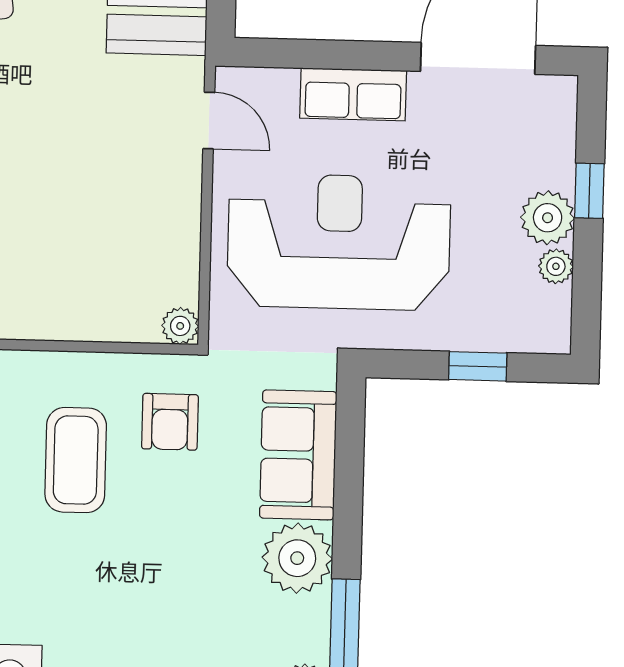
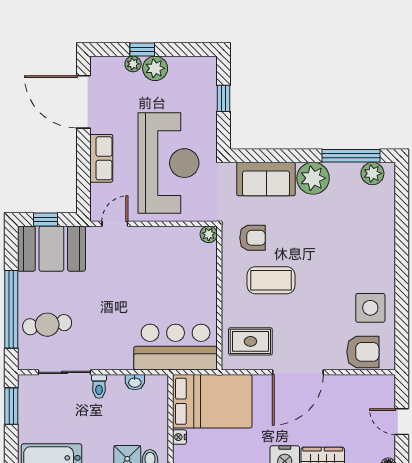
reception desk: (339, 242) -> (169, 163), turned 180
plant: (556, 266) -> (133, 64), moved

